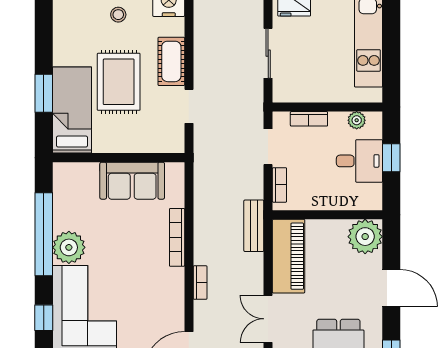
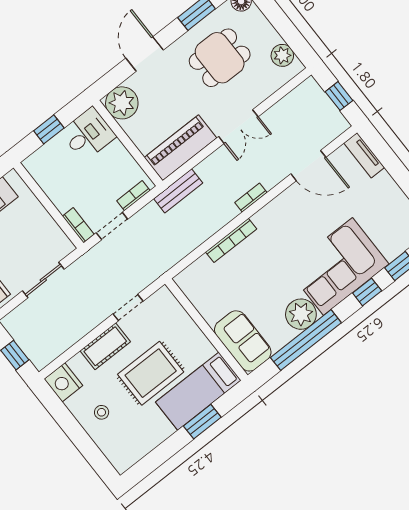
bookcase: (309, 119) -> (78, 225), moved
plant: (357, 120) -> (41, 176), removed
desk: (359, 161) -> (88, 134), moved, turned 90
sofa: (132, 181) -> (243, 341), moved

